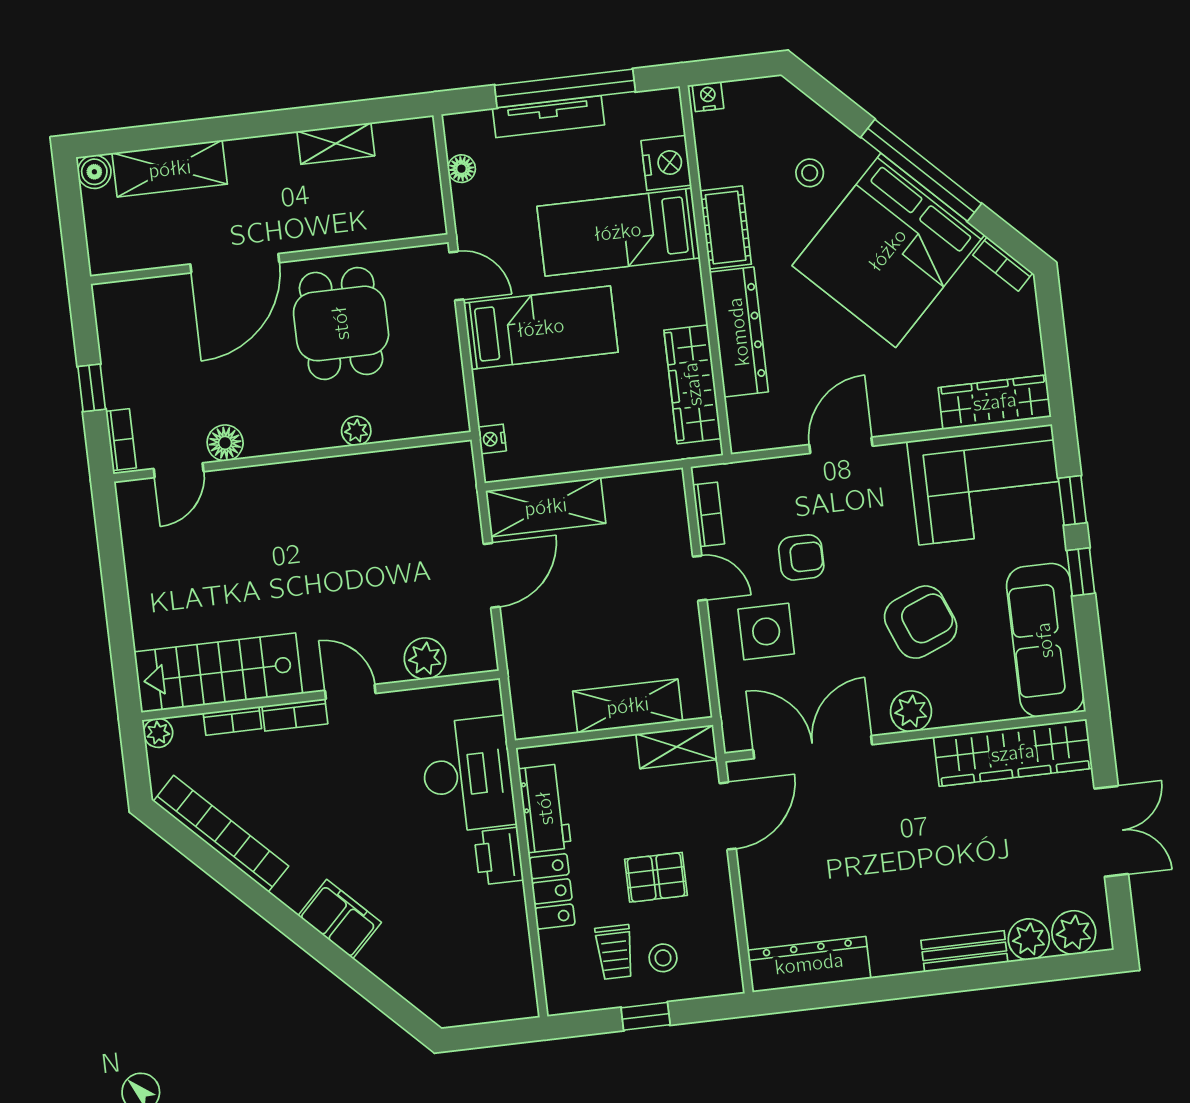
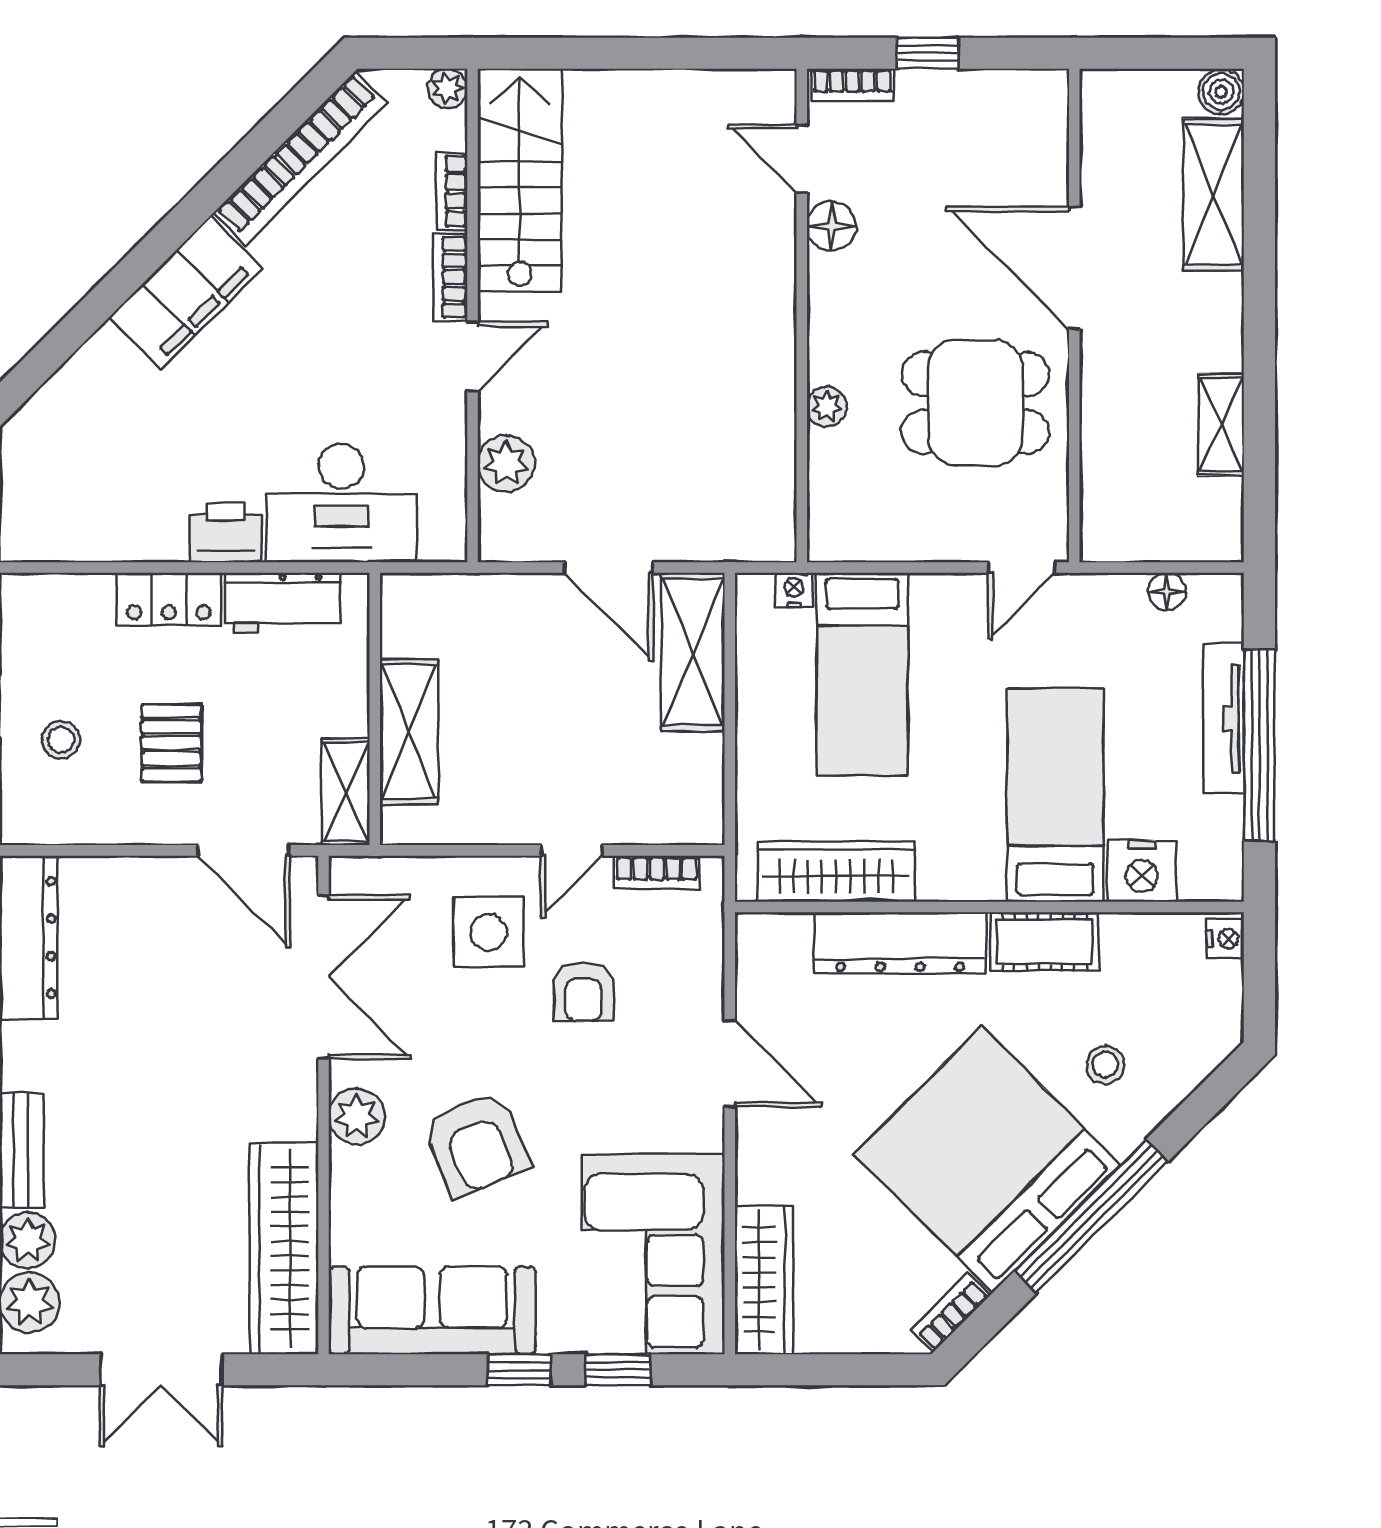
bed: (541, 328) -> (862, 674), moved
filing cabinet: (340, 919) -> (186, 293), width x1.50, depth x1.17
trolley: (615, 952) -> (76, 675), removed

